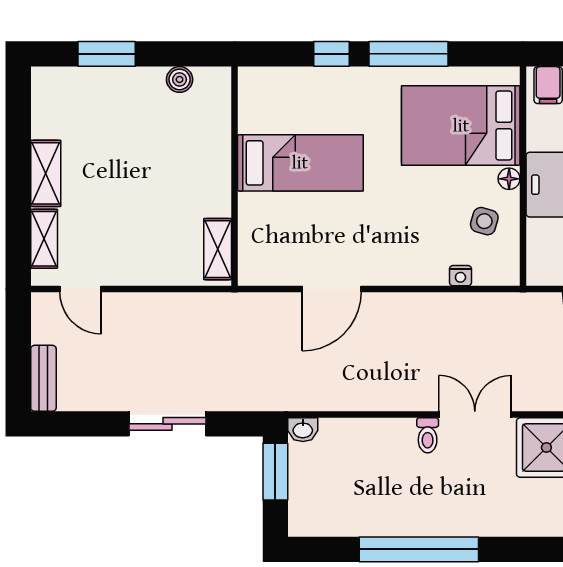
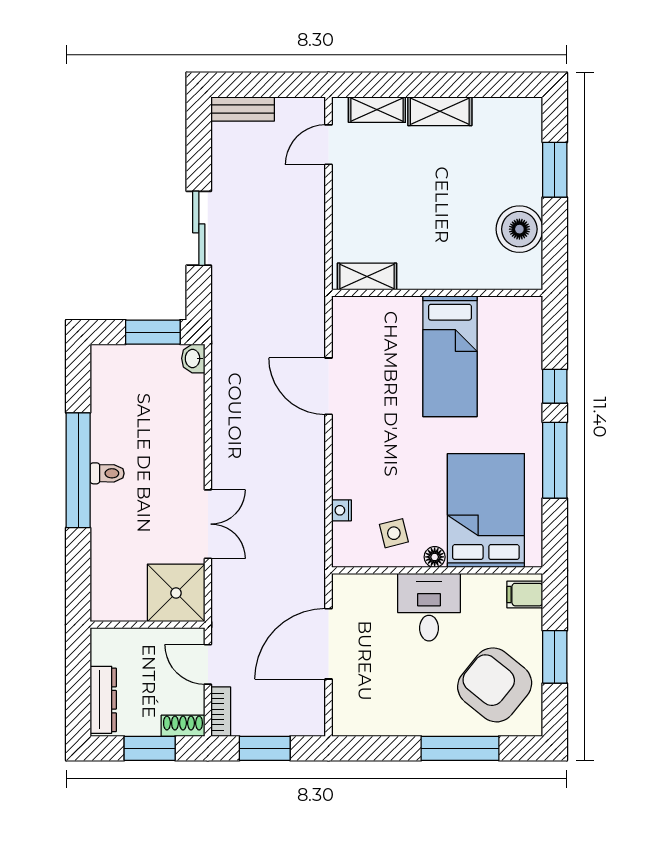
boiler: (180, 79) -> (519, 229), width x1.86, depth x1.86
side table: (484, 221) -> (394, 533), turned -30
toilet: (428, 435) -> (107, 473), moved, turned 180

